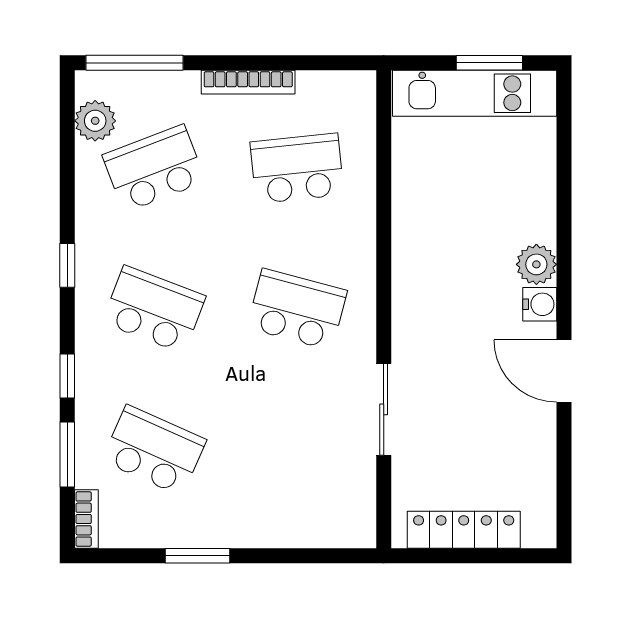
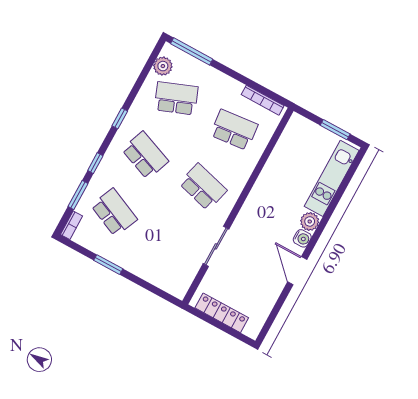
bookcase: (248, 82) -> (263, 100), moved
kitchen unit: (475, 93) -> (332, 178), moved, turned 90

